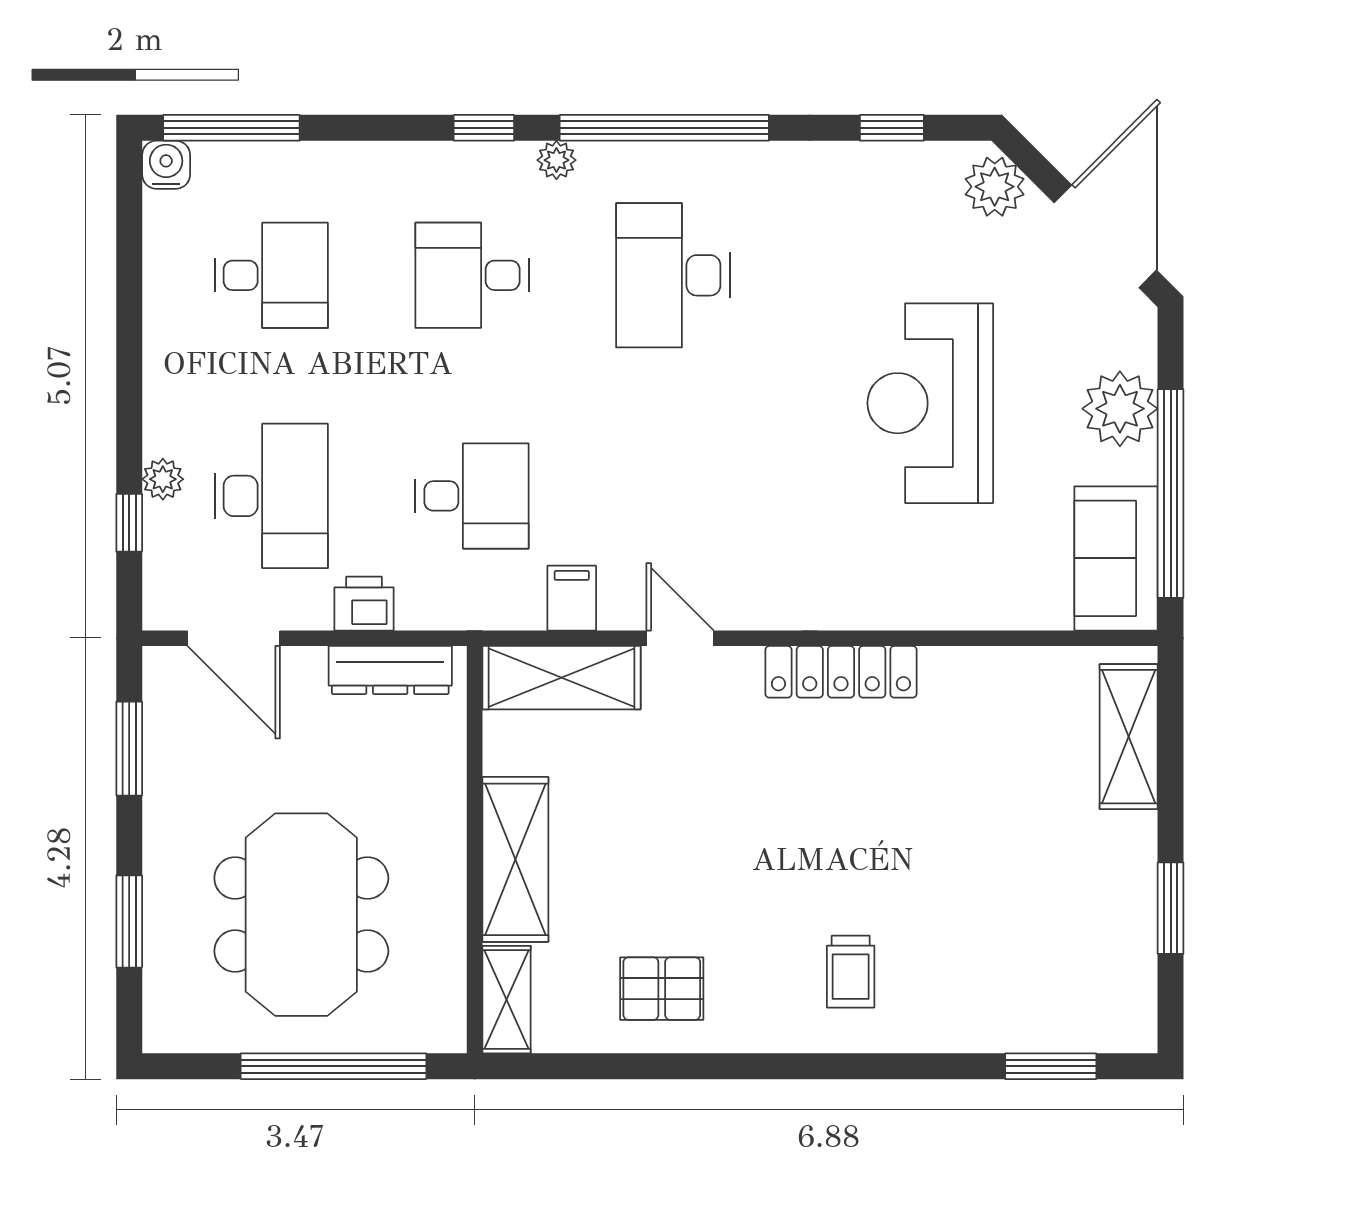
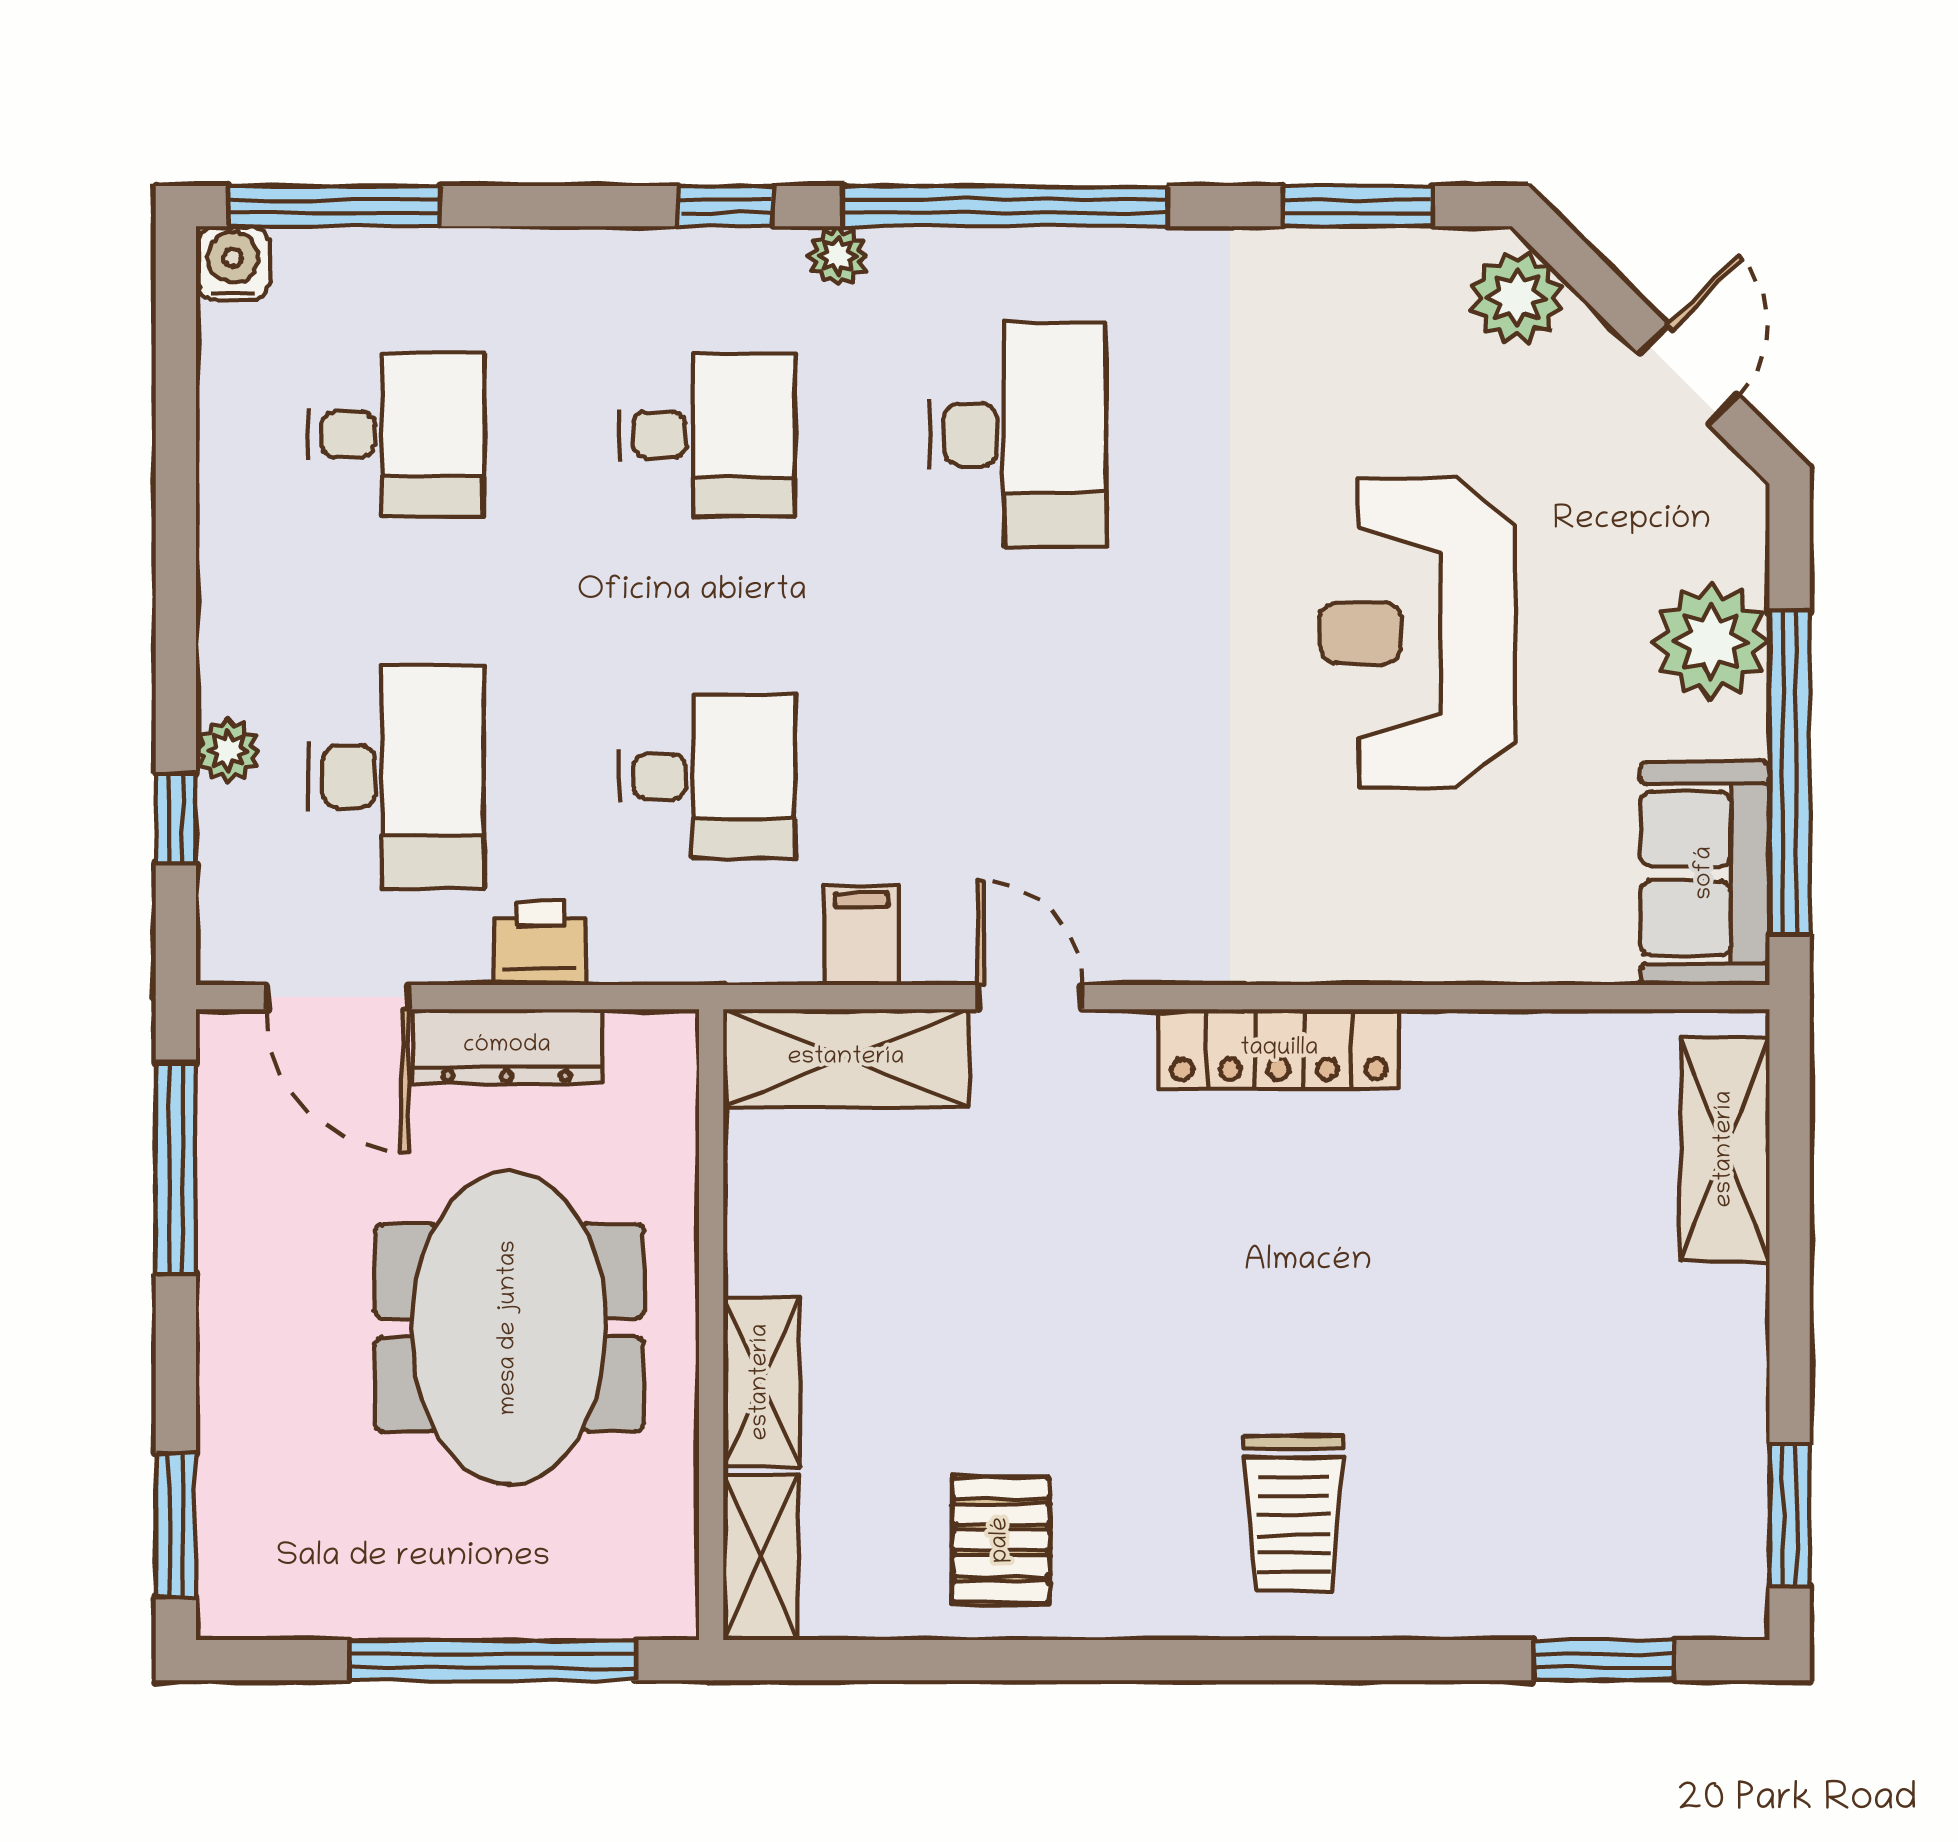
window: (892, 128) -> (1358, 206), width x1.50
door: (1105, 236) -> (1688, 374), width x0.53
desk: (472, 275) -> (707, 435), turned 180
desk: (673, 275) -> (1018, 435), turned 180
dresser: (390, 670) -> (507, 1046), moved
window: (129, 749) -> (176, 1168), width x1.44
shelving: (515, 859) -> (761, 1382), width x0.67, depth x0.75
window: (1171, 908) -> (1790, 1515), moved
meeting table: (301, 915) -> (509, 1328), moved
window: (129, 921) -> (176, 1526), moved
trolley: (851, 972) -> (1294, 1514), width x1.36, depth x1.39
pallet: (662, 989) -> (1001, 1540), turned 90

